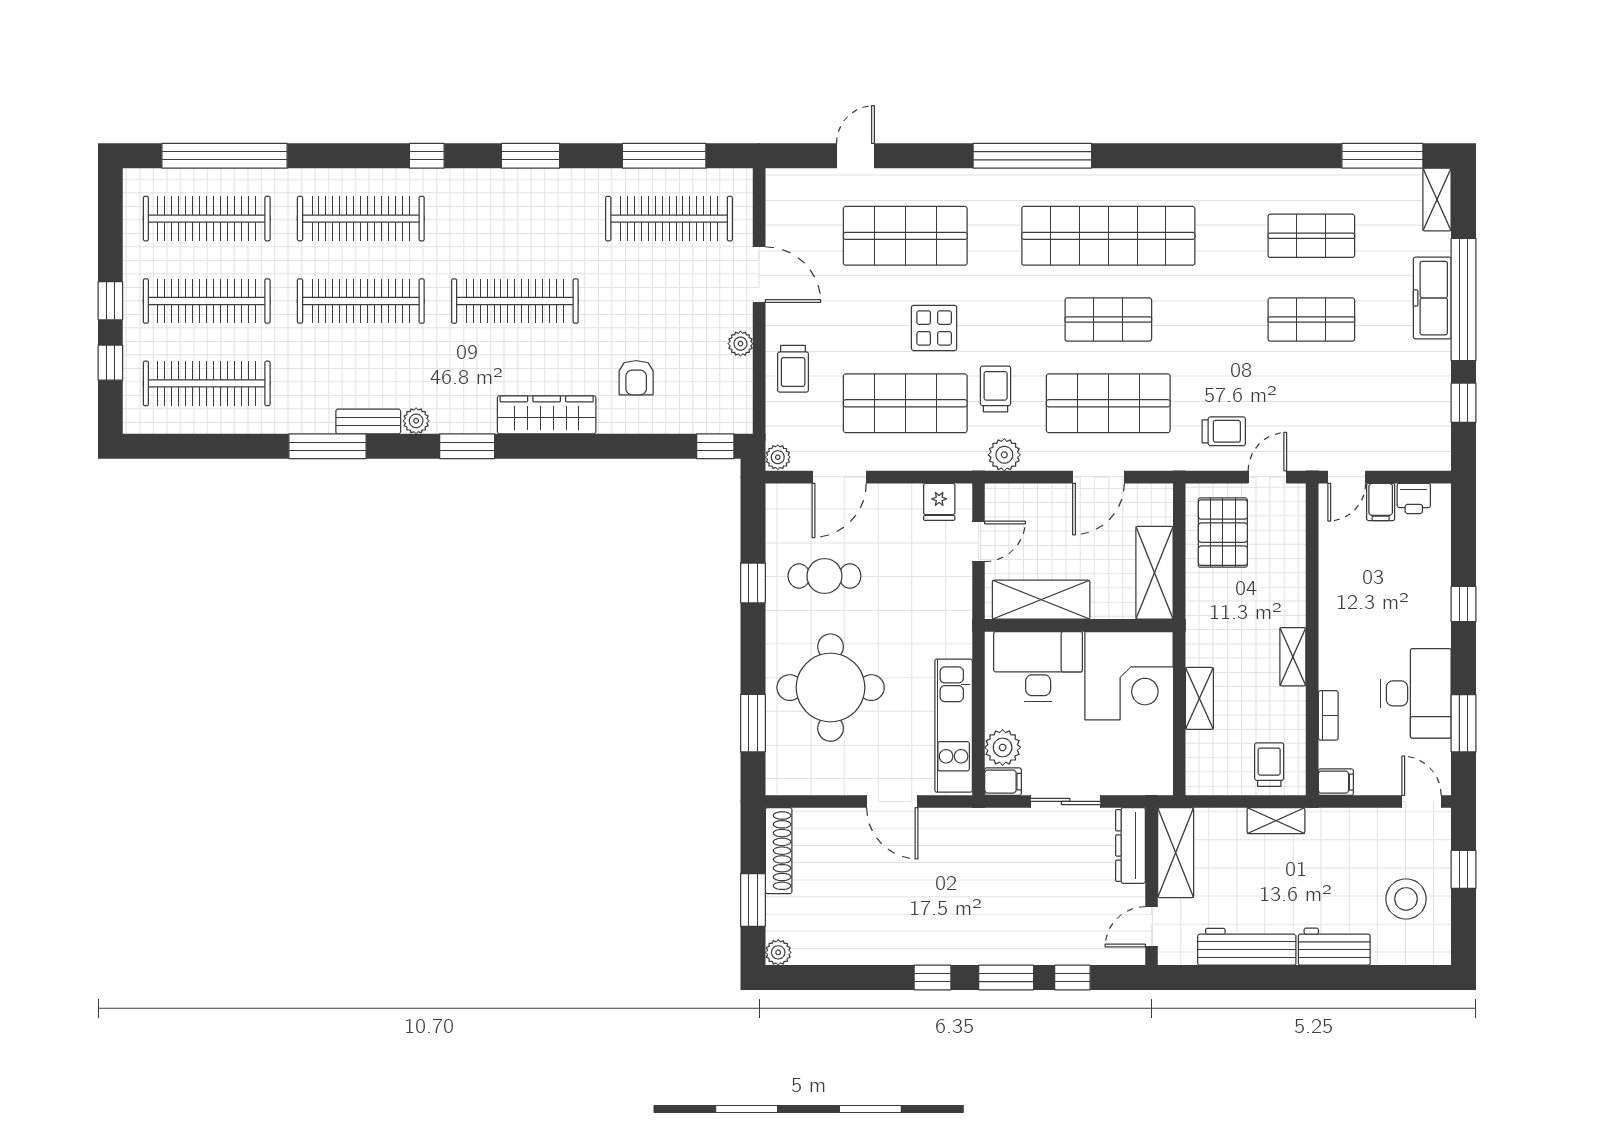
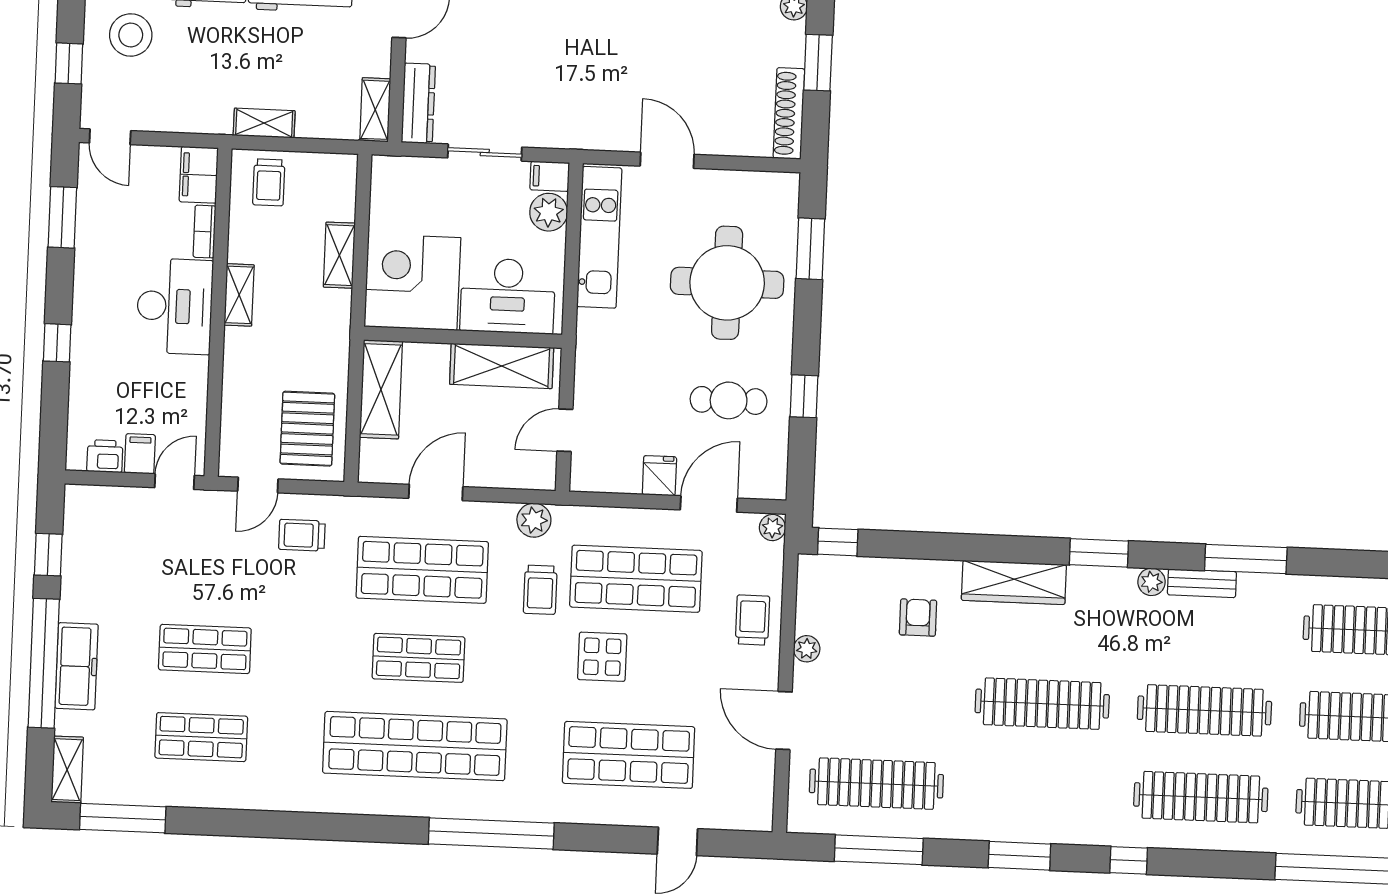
fridge: (939, 502) -> (659, 476), moved
desk: (1416, 693) -> (175, 306), moved, turned 180
filing cabinet: (1336, 782) -> (199, 175), width x2.00
shelving: (1176, 853) -> (375, 110), width x0.67, depth x0.75

